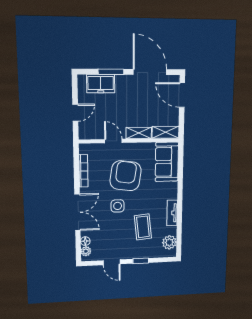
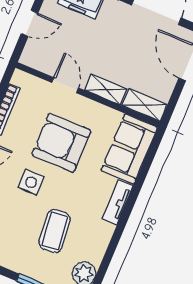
armchair: (126, 176) -> (61, 143), turned -98
tv unit: (172, 213) -> (118, 202), moved

